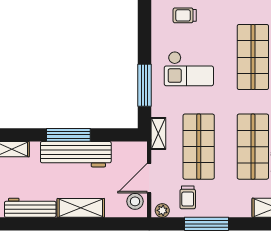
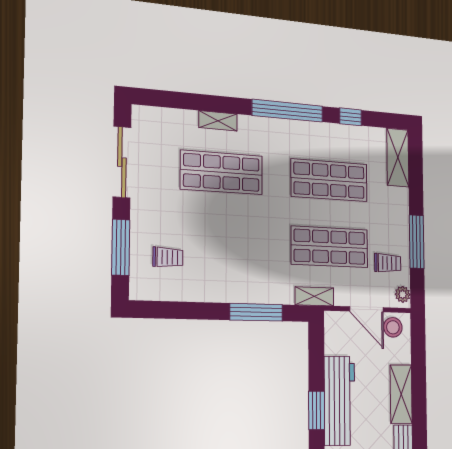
trolley: (185, 15) -> (168, 257), turned -90
checkout: (189, 69) -> (236, 255), removed
window: (68, 135) -> (317, 410), width x0.69

